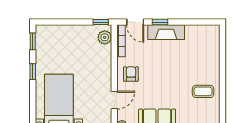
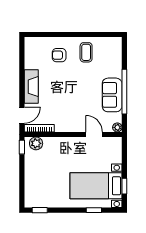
window: (160, 22) -> (22, 92), removed
window: (33, 72) -> (94, 210), moved
armchair: (131, 74) -> (59, 55), moved

